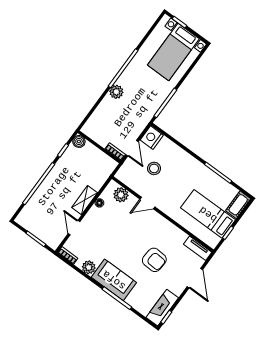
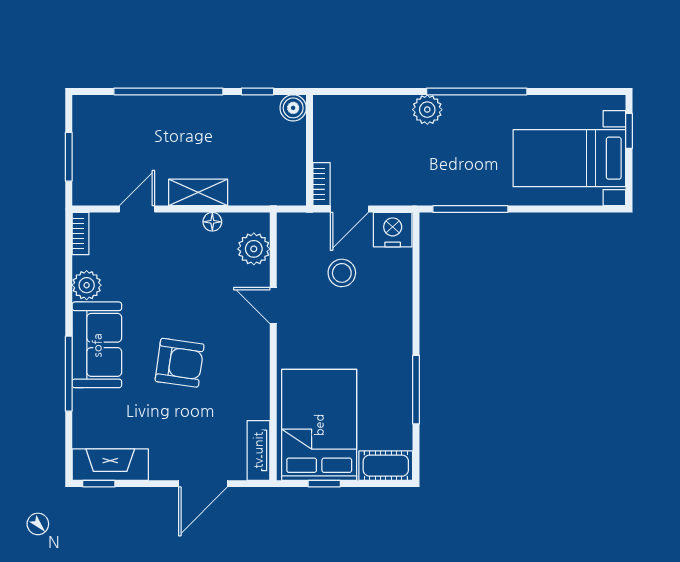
bed: (208, 214) -> (319, 425), width x1.50
armchair: (154, 260) -> (180, 363), moved, turned -86

